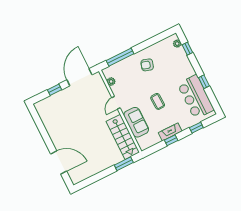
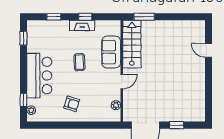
window: (120, 57) -> (95, 125), removed
window: (204, 82) -> (23, 38), moved
bar counter: (196, 97) -> (39, 76), moved
door: (59, 162) -> (209, 50), width x0.53

